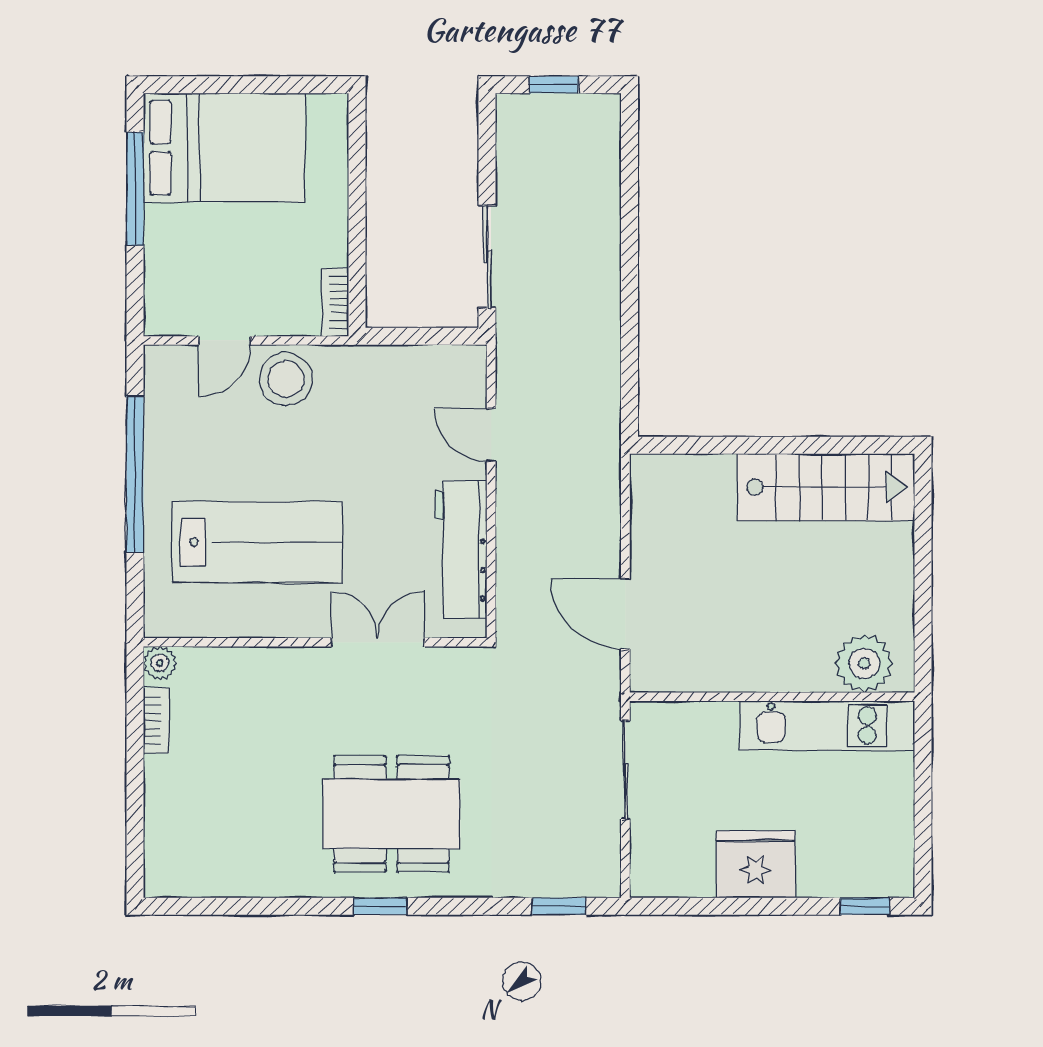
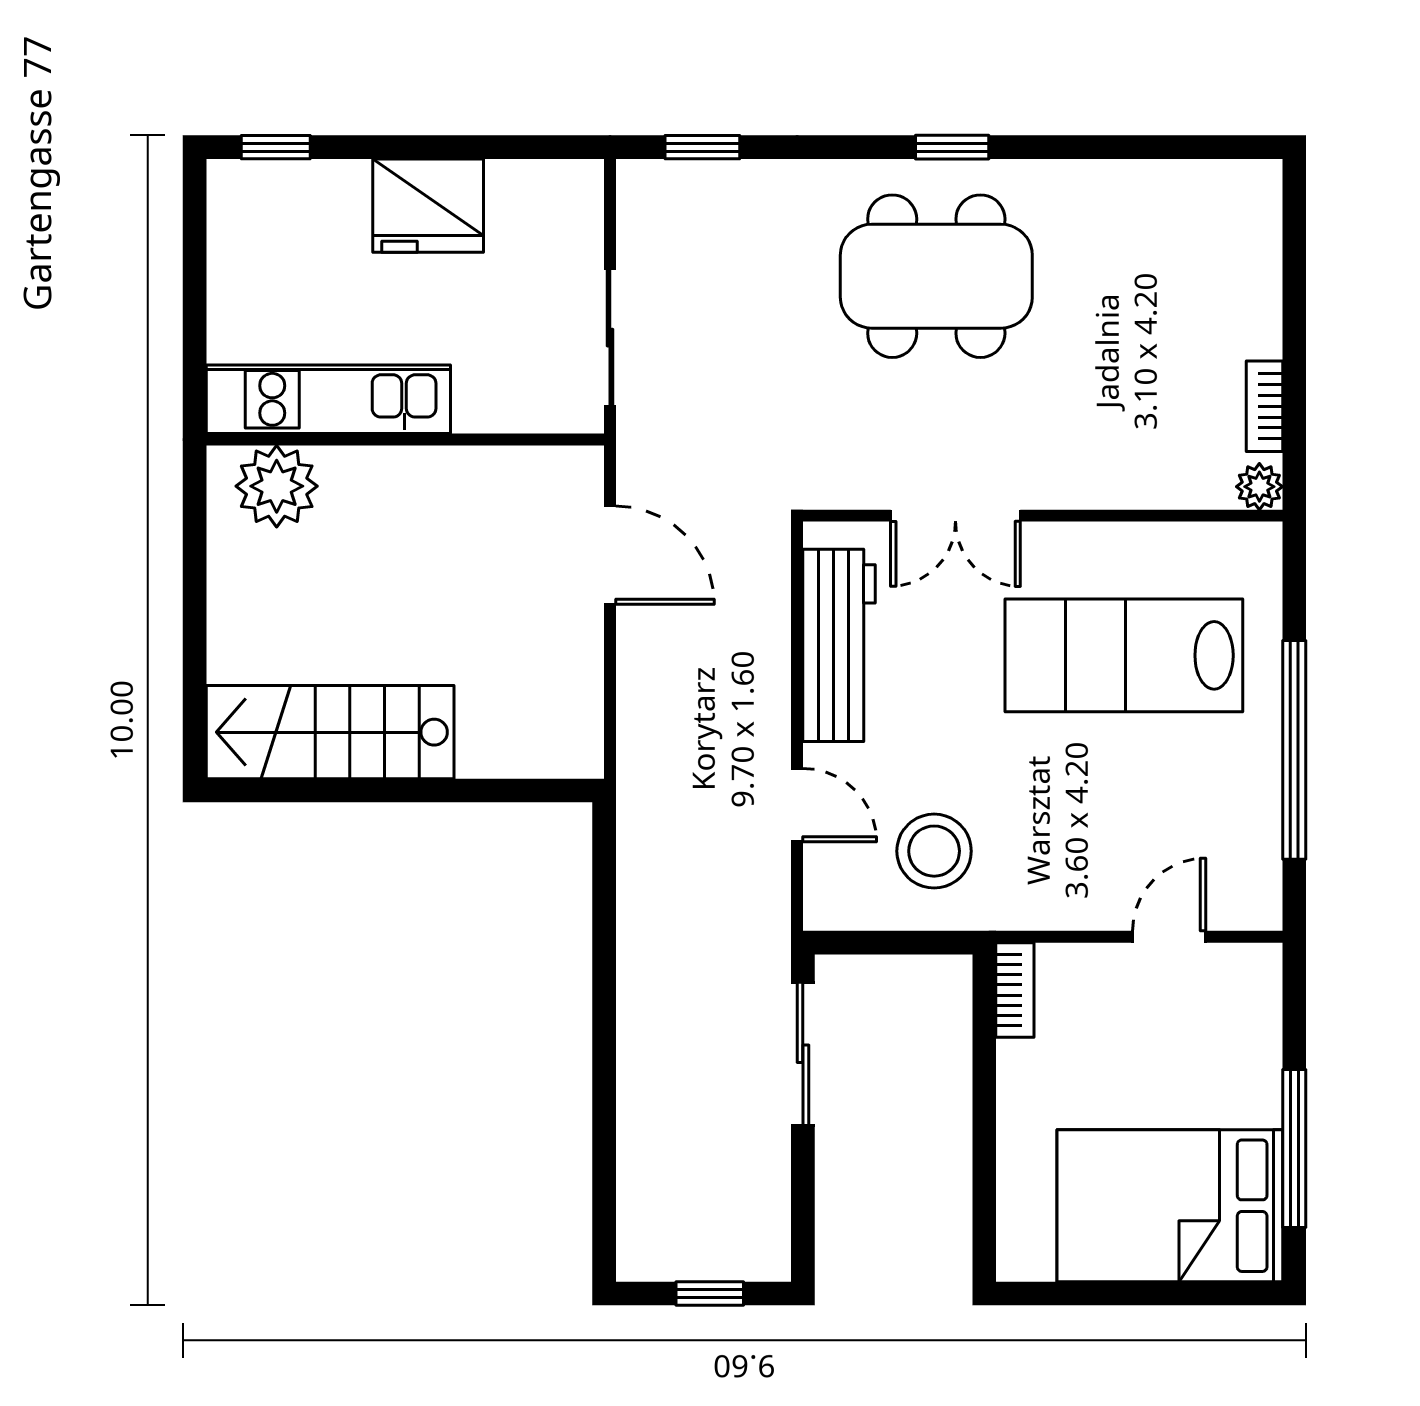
stool: (286, 379) -> (934, 851), moved

